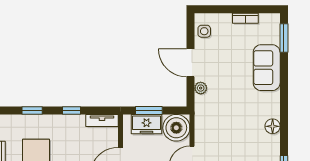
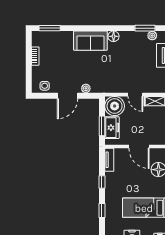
sofa: (267, 68) -> (90, 41), moved

